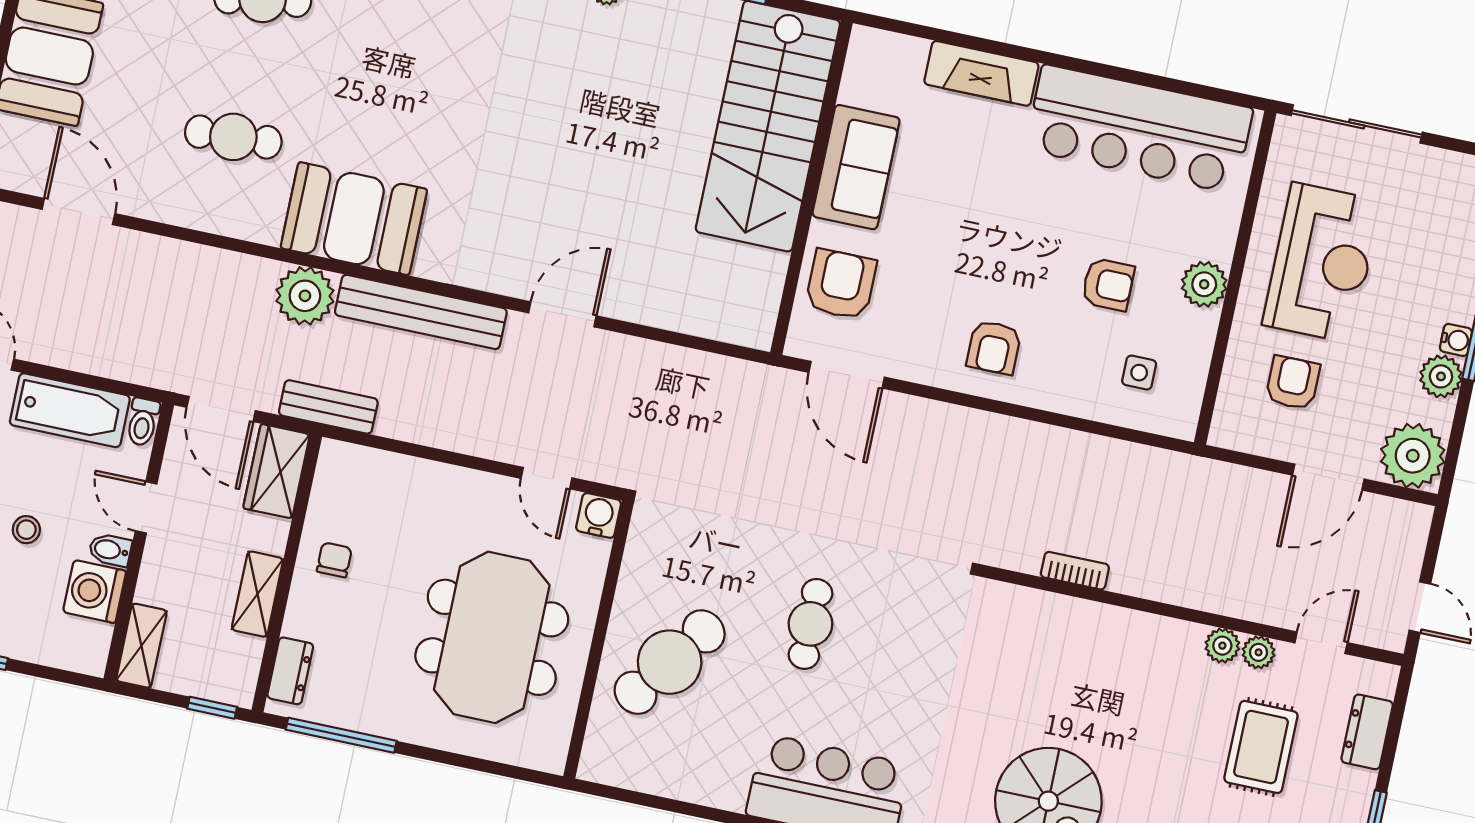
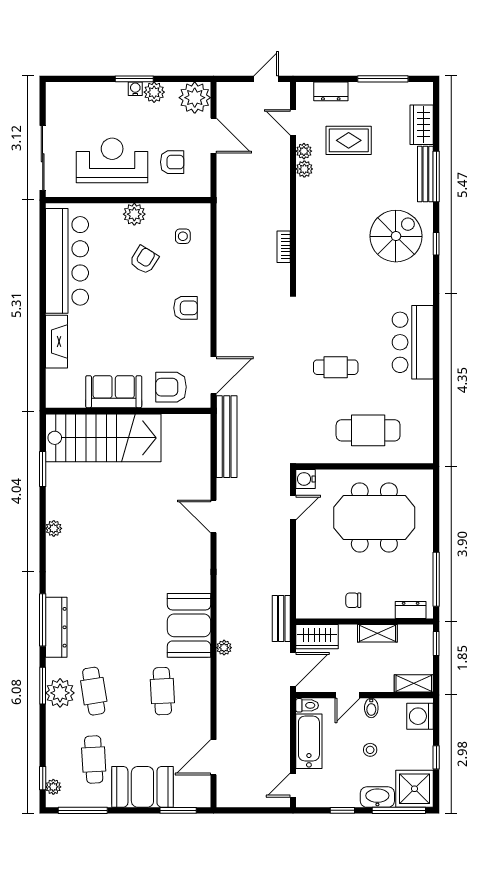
armchair: (1108, 284) -> (144, 260), turned 32
plant: (305, 296) -> (224, 648), width x0.53, depth x0.53
bench: (421, 312) -> (227, 437), moved
armchair: (1293, 383) -> (172, 162), turned 180
washing machine: (95, 591) -> (420, 716), moved, turned 90
cafe table: (670, 662) -> (368, 430), turned -36

